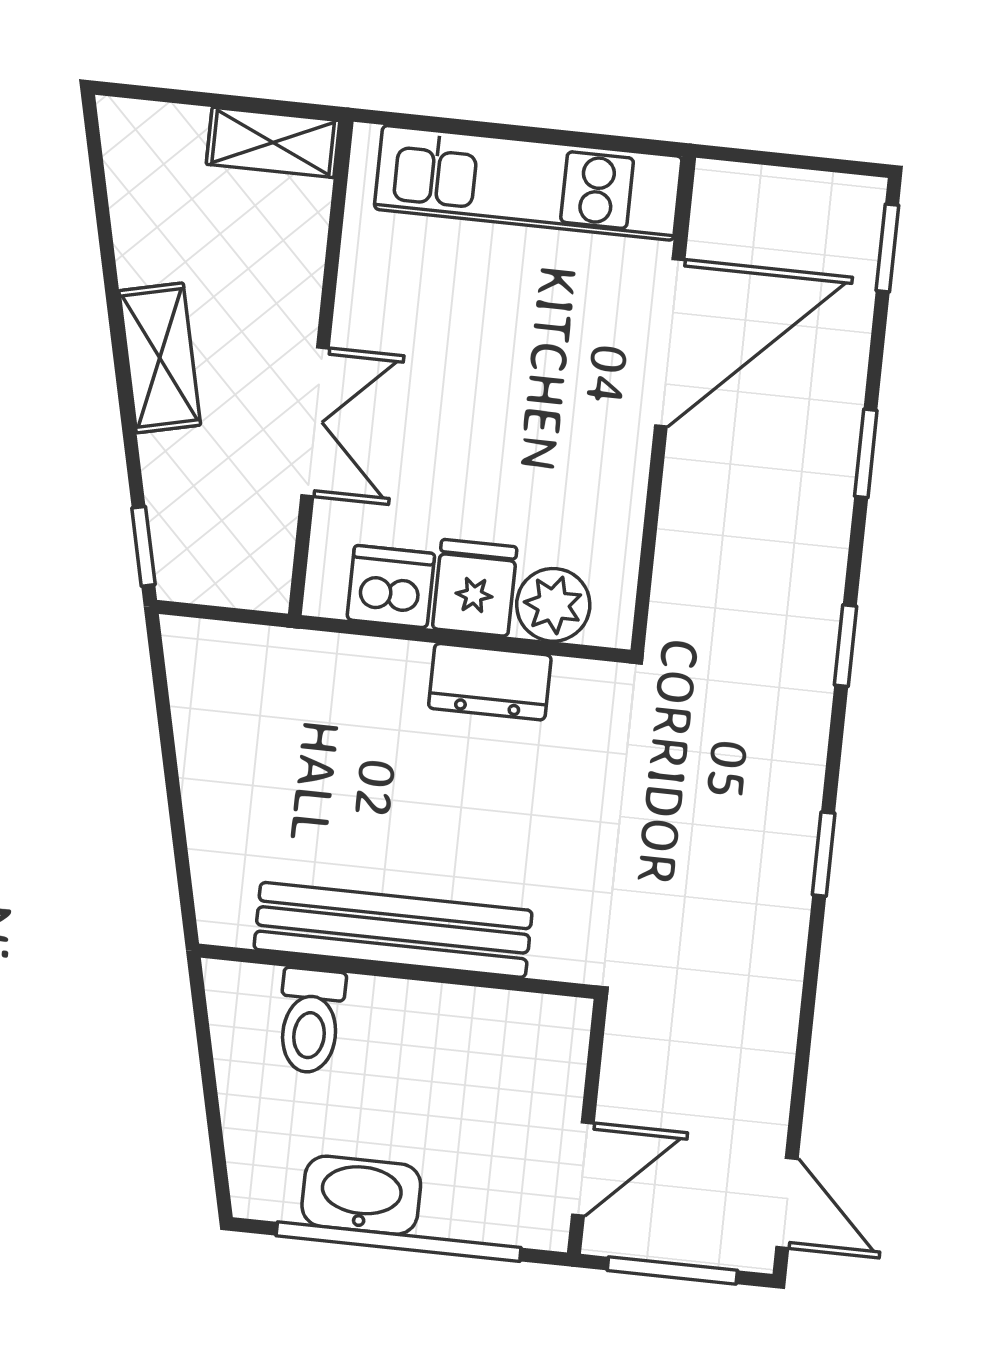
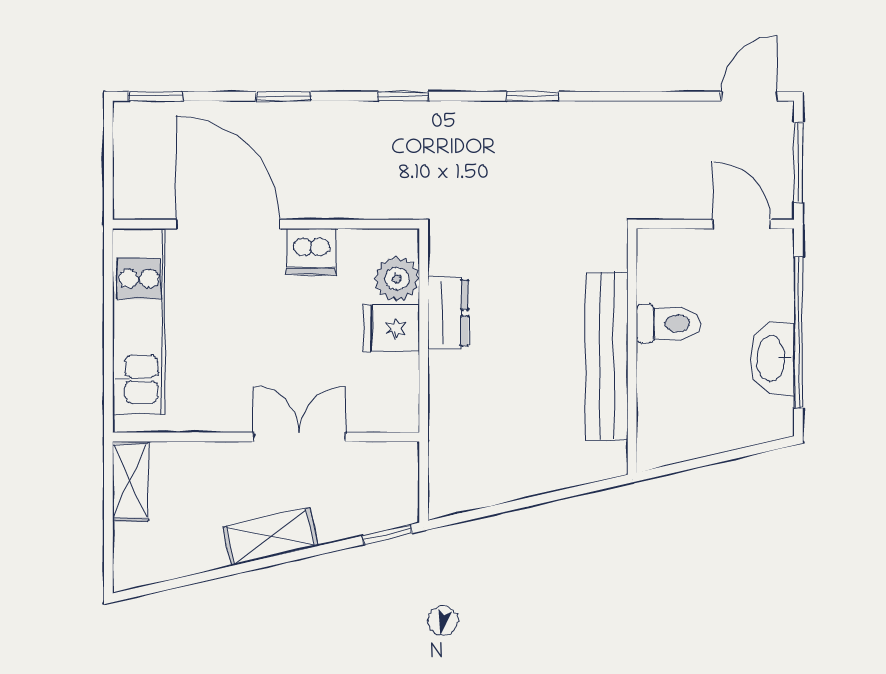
dishwasher: (391, 587) -> (311, 252), moved, turned -90
toilet: (310, 1021) -> (668, 323), moved

